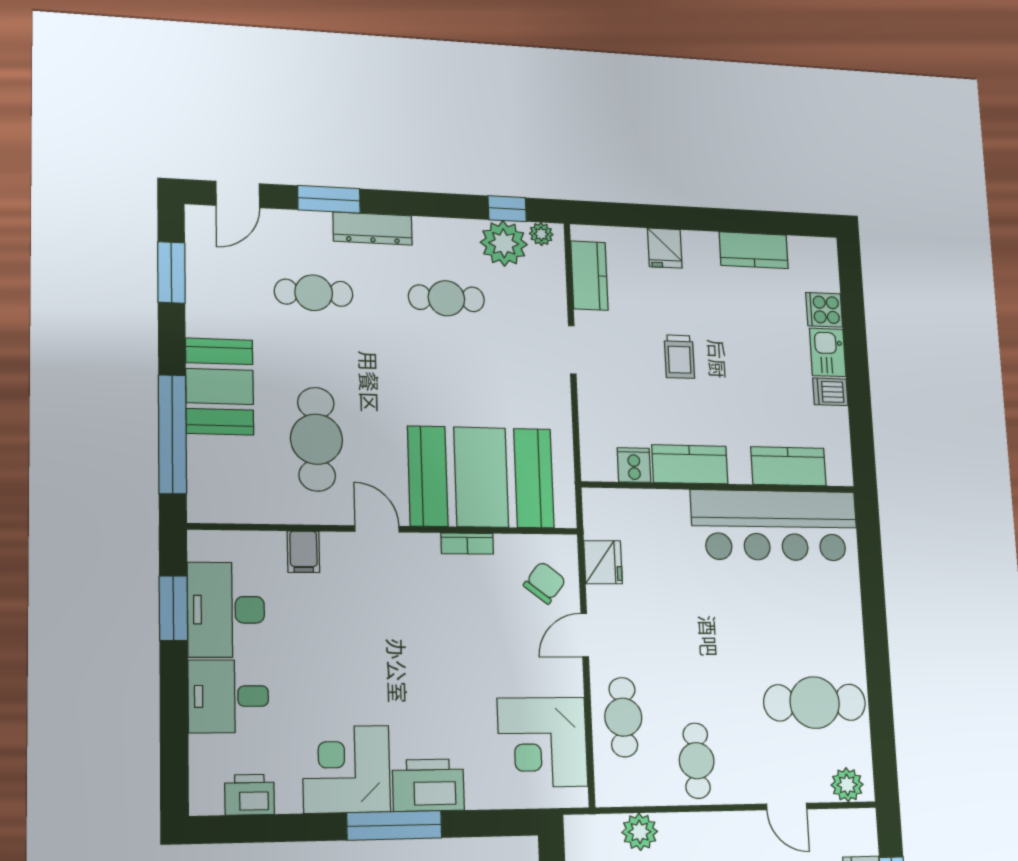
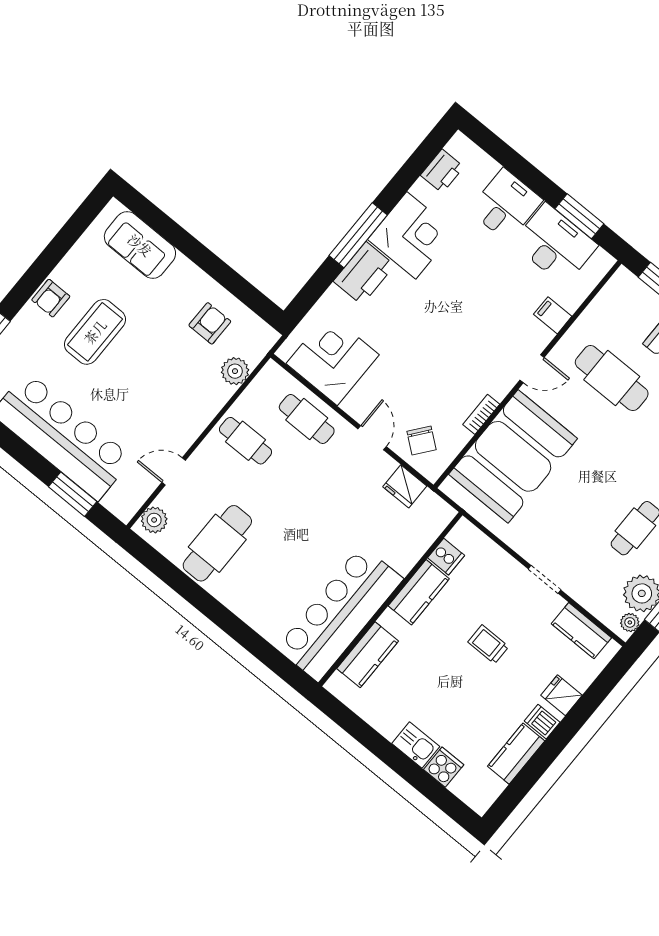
dishwasher: (830, 392) -> (542, 722), moved, turned -90

